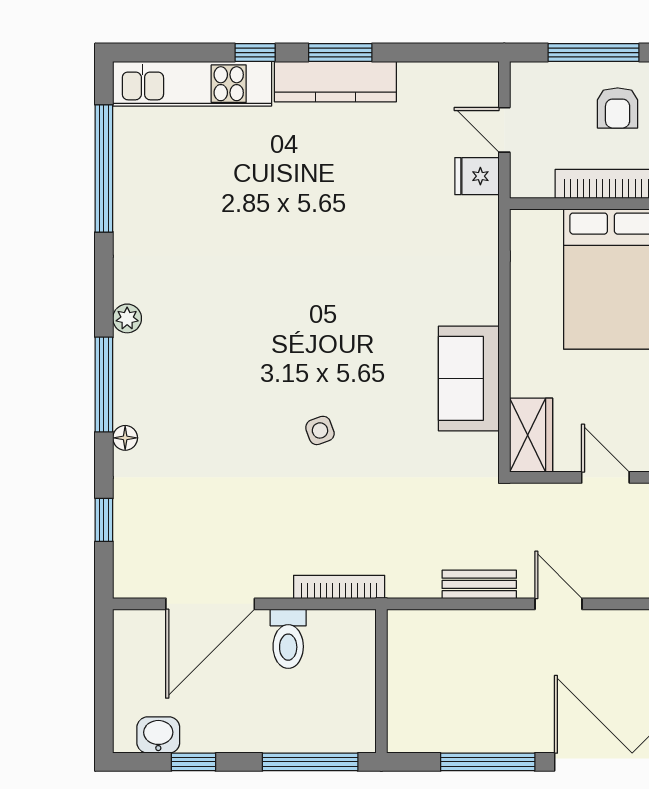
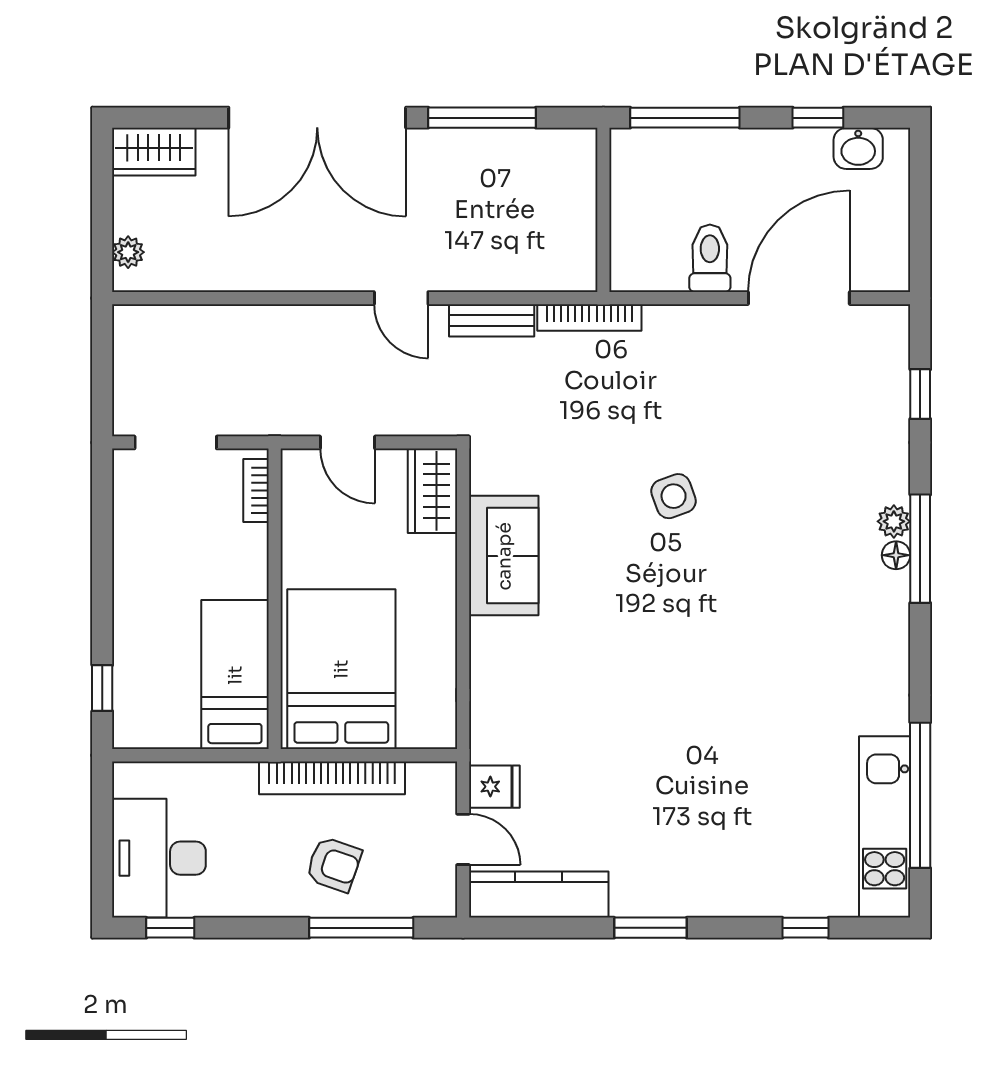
window: (255, 53) -> (805, 928), moved
kitchen counter: (335, 82) -> (539, 894), moved
kitchen unit: (192, 84) -> (885, 827), moved, turned -90
armchair: (618, 108) -> (334, 864), turned 109
plant: (127, 318) -> (894, 521), moved
side table: (320, 430) -> (674, 496), width x1.37, depth x1.37
floor lamp: (125, 438) -> (896, 555), moved
bookcase: (339, 587) -> (589, 317), moved

